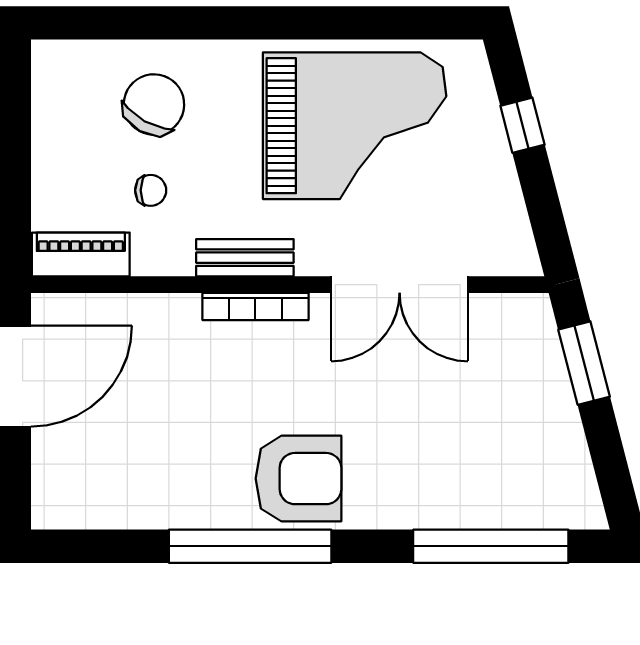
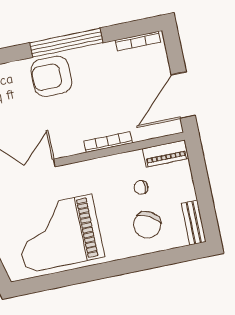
bench: (245, 258) -> (194, 223), moved, turned 90
bookcase: (255, 306) -> (108, 142), moved
bookcase: (90, 517) -> (138, 41), added

